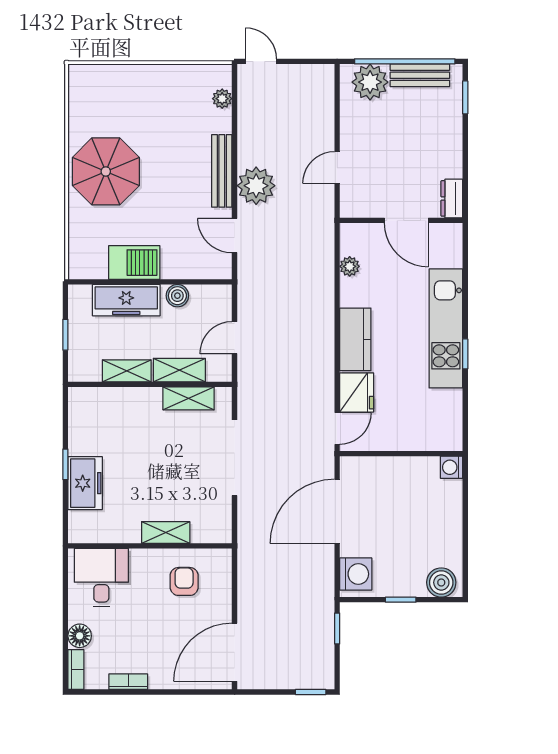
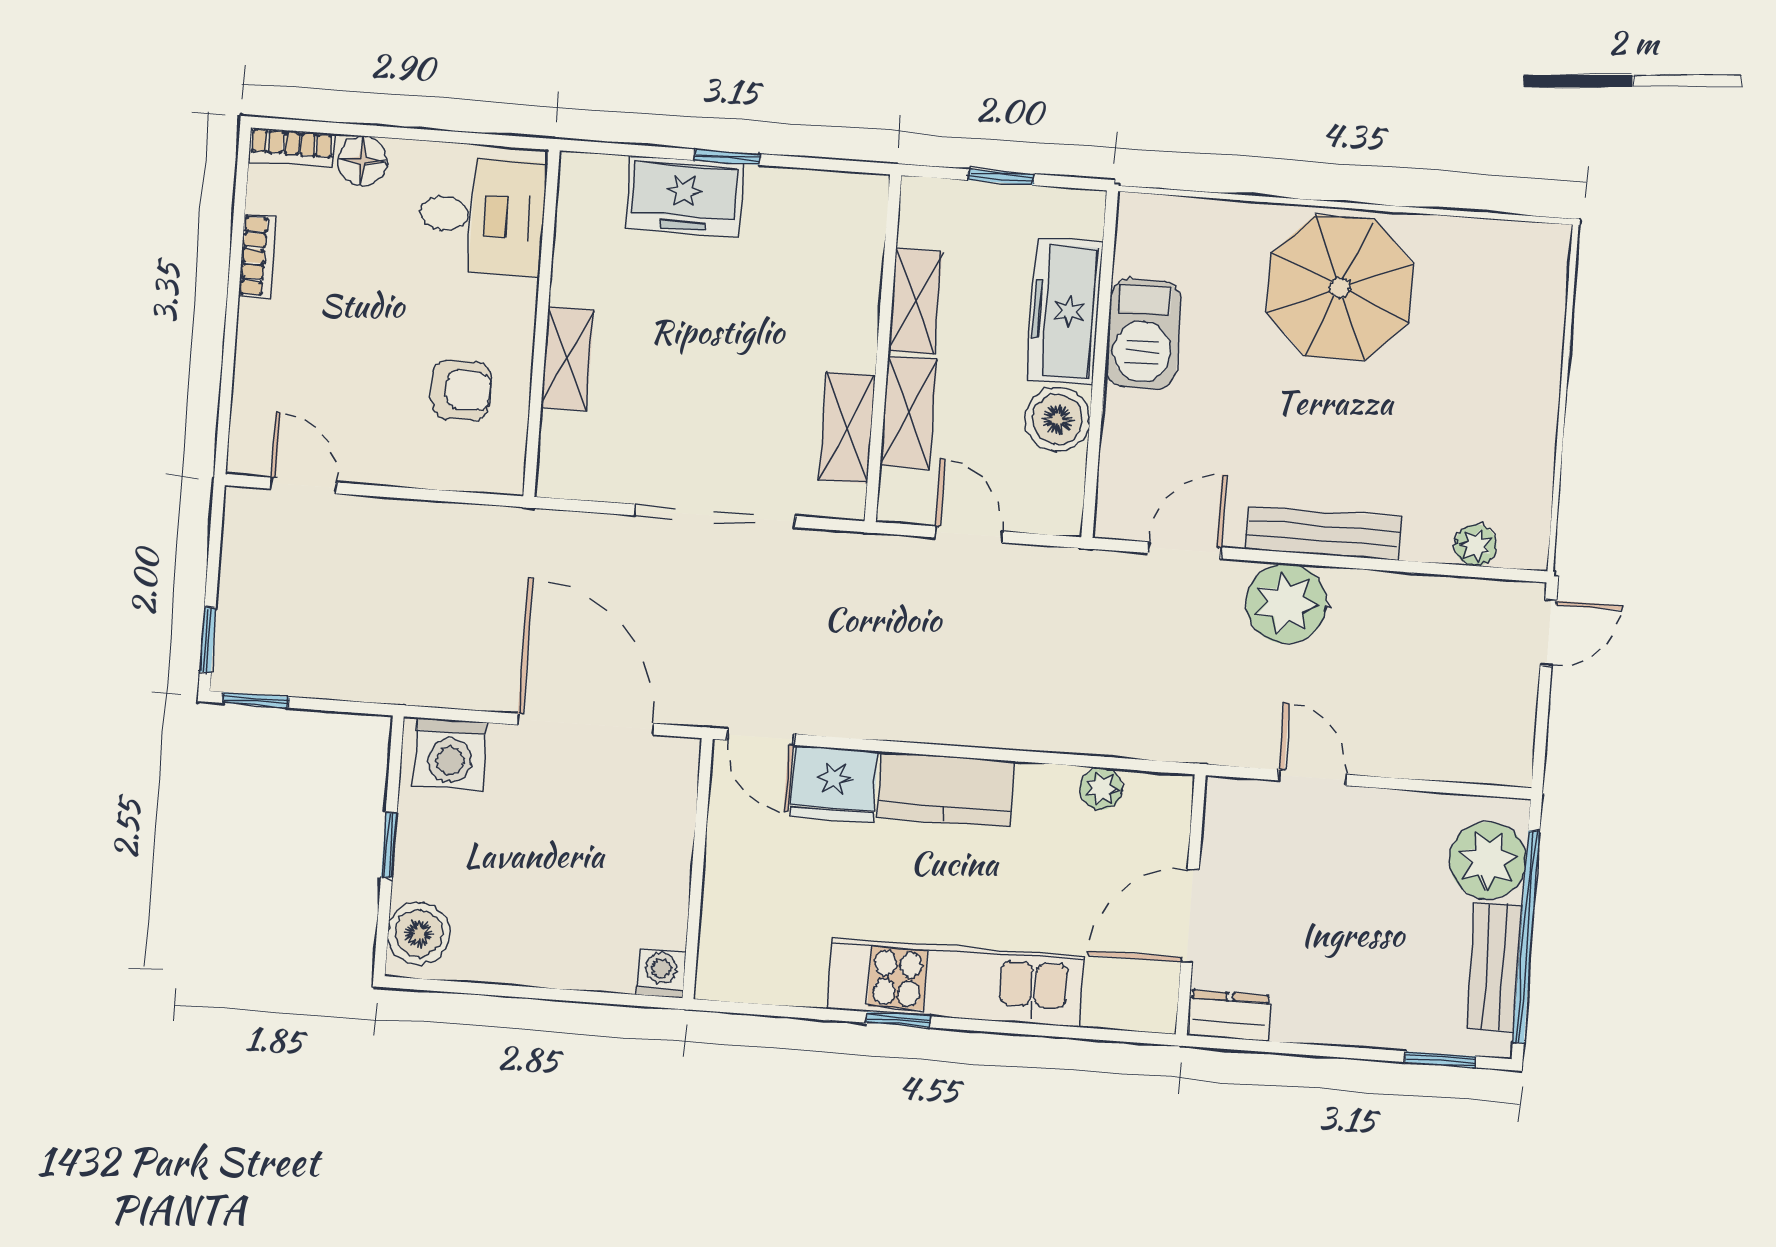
boiler: (177, 296) -> (1058, 419), width x1.36, depth x1.36
window: (337, 629) -> (255, 700), moved
door: (235, 652) -> (303, 486), width x0.53

